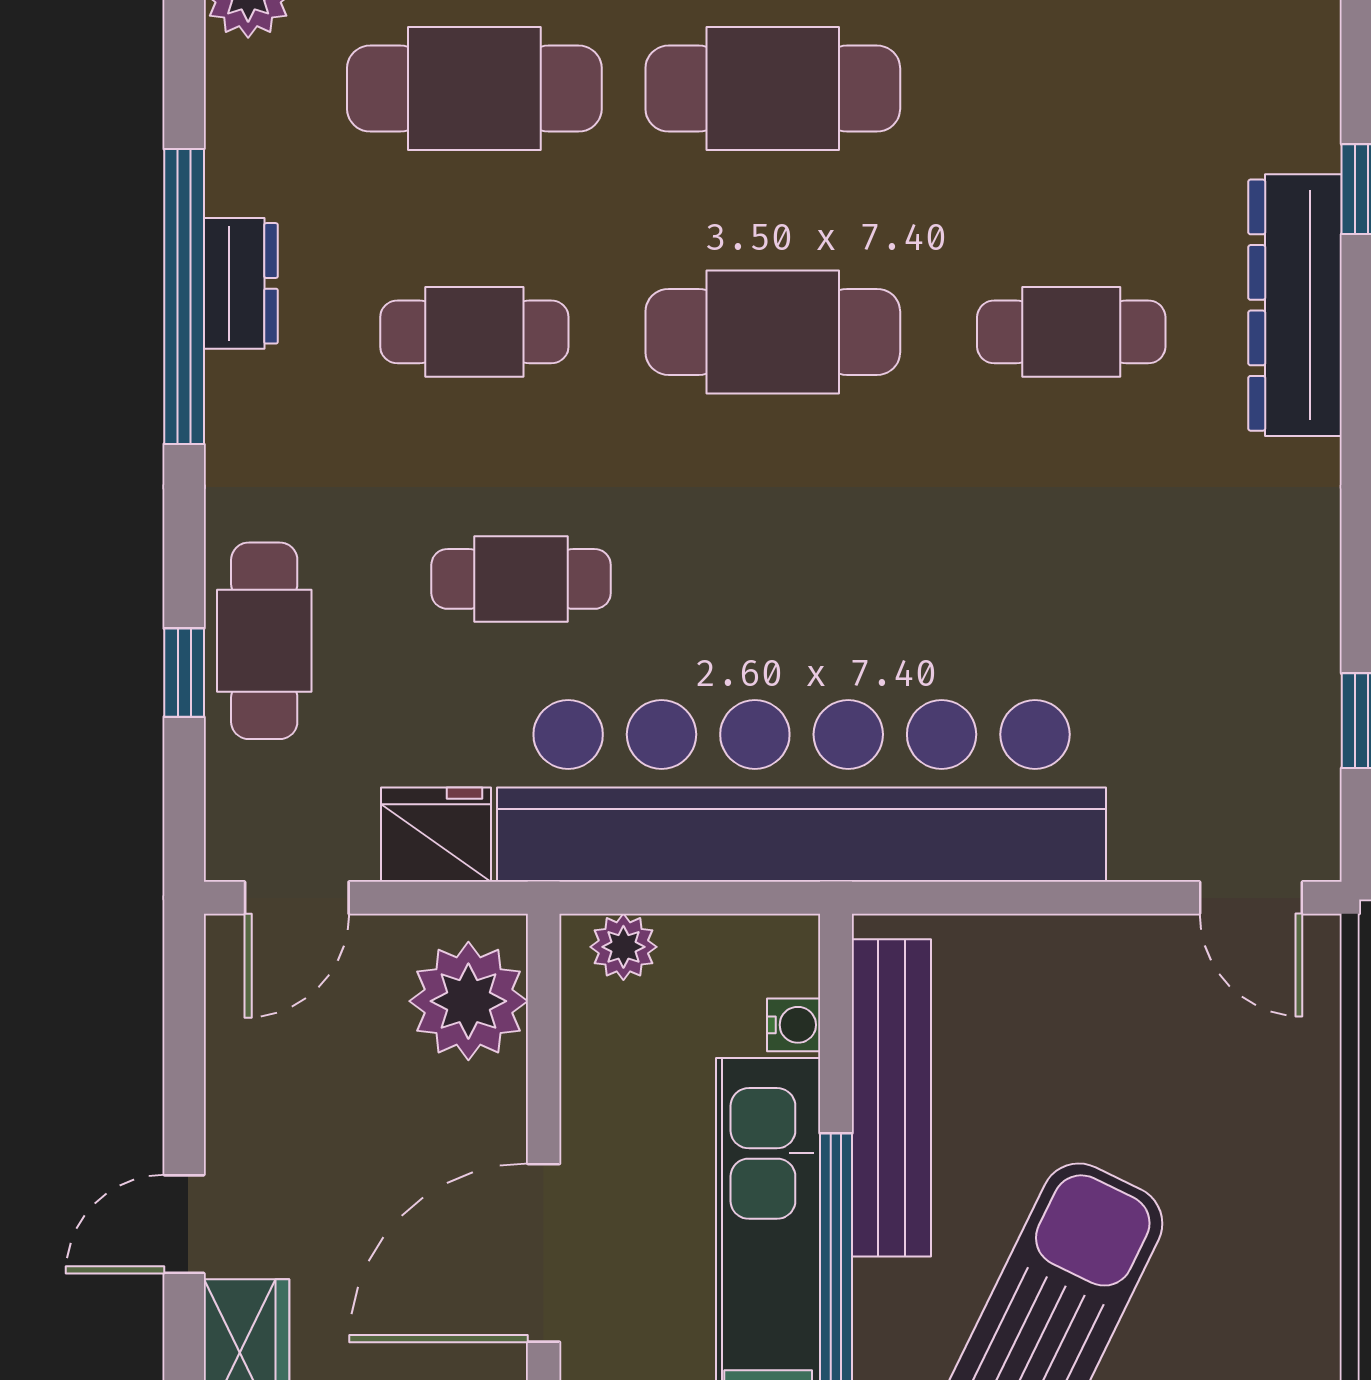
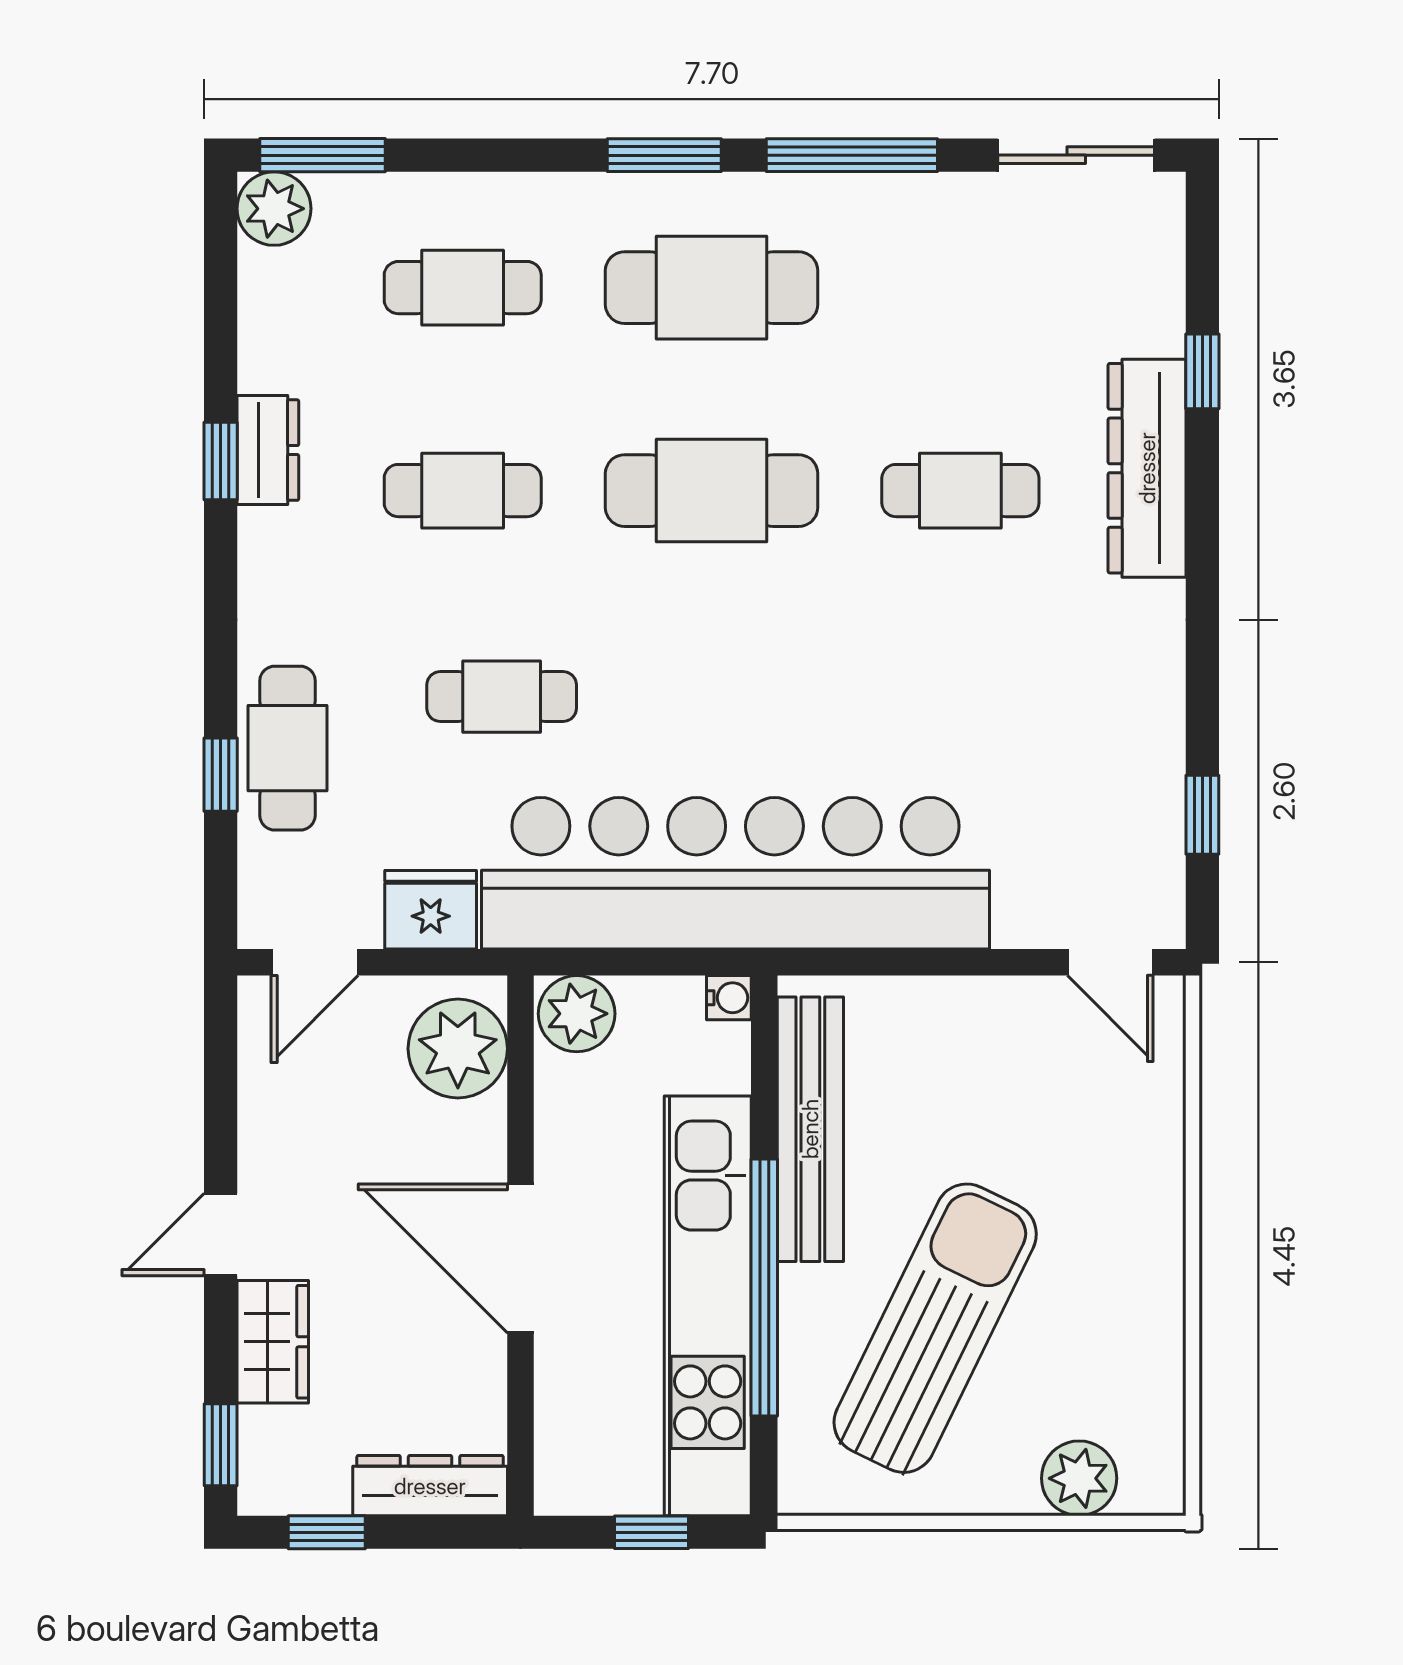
cafe table: (474, 89) -> (463, 288), width x0.73, depth x0.74
window: (184, 296) -> (221, 461), width x0.32
plant: (623, 947) -> (577, 1014), width x1.38, depth x1.38
water cooler: (794, 1025) -> (729, 998), moved
door: (544, 1253) -> (520, 1258), hinge flipped

